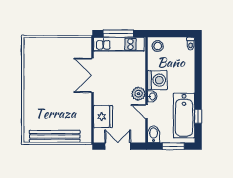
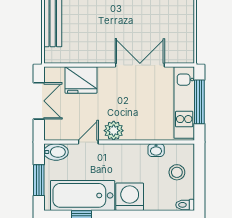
stool: (158, 46) -> (177, 172), moved
washing machine: (157, 80) -> (130, 197), moved, turned 180
washbasin: (152, 96) -> (156, 150), moved

